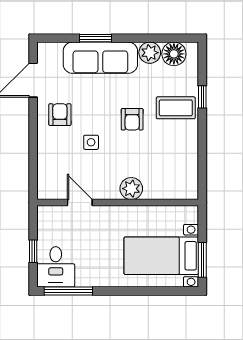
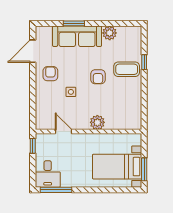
floor lamp: (174, 54) -> (125, 34), removed
window: (33, 251) -> (33, 146), moved

